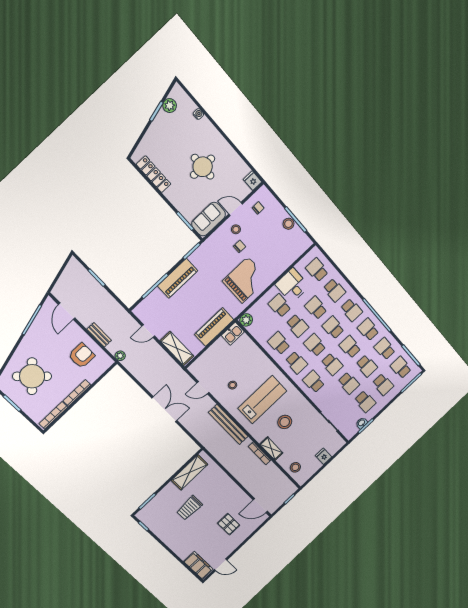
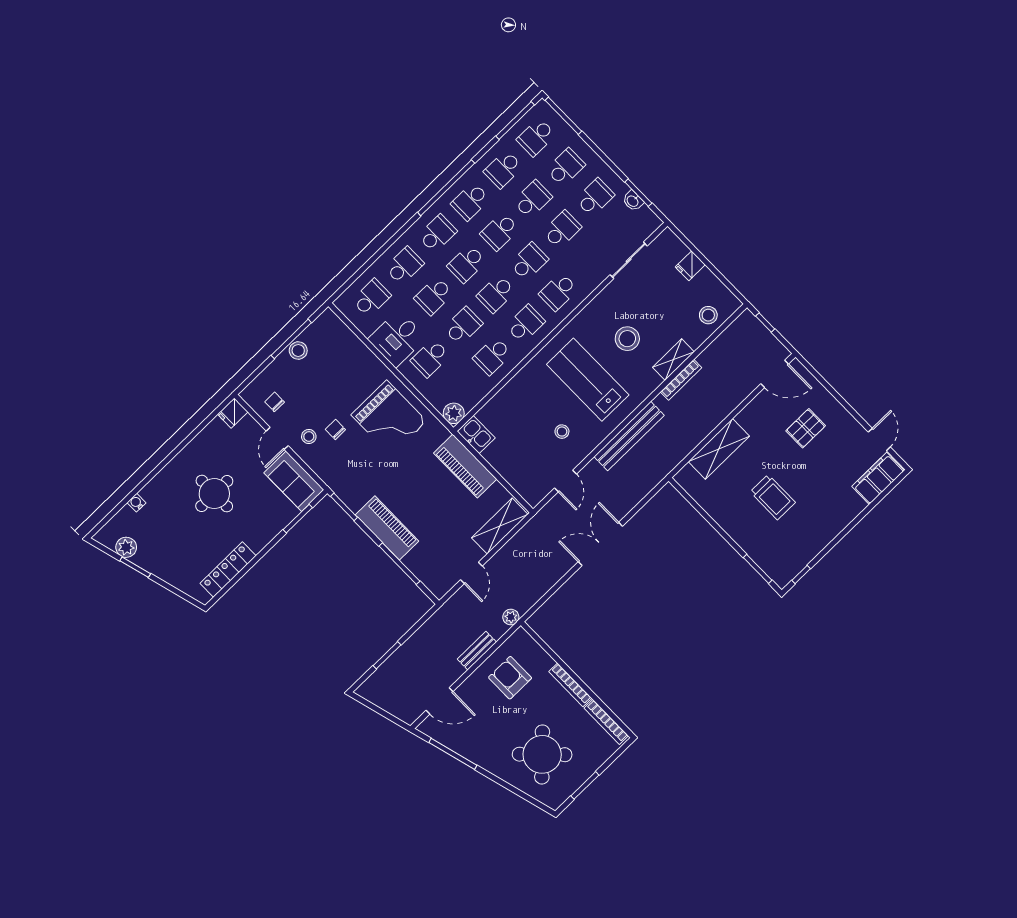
school desk: (317, 270) -> (371, 298), turned 180
grand piano: (245, 280) -> (389, 418), turned 180
shelving: (190, 472) -> (719, 449), moved, turned 90
door: (260, 506) -> (775, 374), hinge flipped

